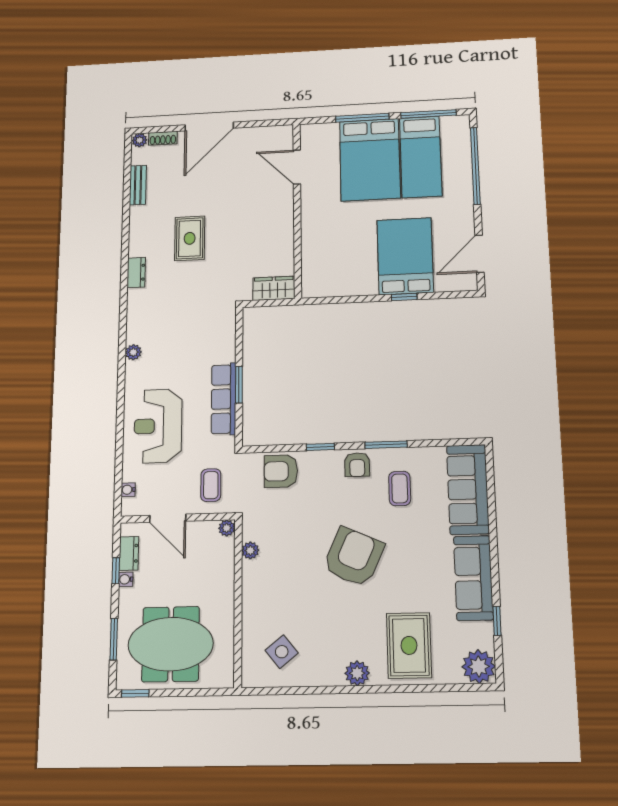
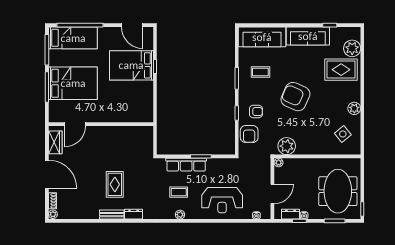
bed: (421, 157) -> (73, 38), moved
bench: (138, 185) -> (112, 215), moved
rug: (190, 238) -> (115, 184), turned 90
wardrobe: (274, 288) -> (55, 142), moved, turned 180
row of seats: (224, 399) -> (186, 165), moved
armchair: (357, 465) -> (256, 111), moved
coffee table: (211, 485) -> (179, 192), moved
plant: (250, 550) -> (287, 146), width x1.88, depth x1.88
plant: (479, 667) -> (352, 48), moved
plant: (357, 673) -> (354, 108), moved

